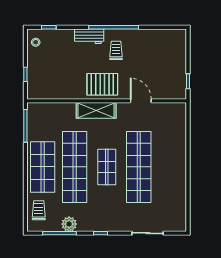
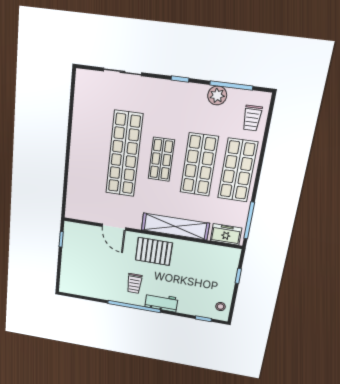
freezer: (42, 110) -> (226, 234), added
shelving: (96, 110) -> (175, 226), width x1.47
shop shelf: (75, 167) -> (199, 165), width x0.71

